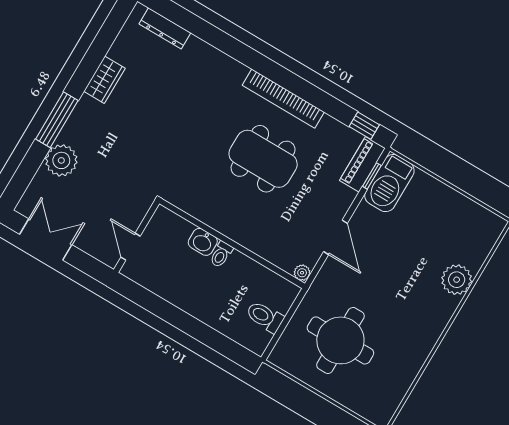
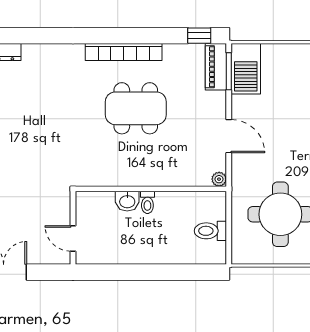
window: (372, 176) -> (229, 71), width x1.50

